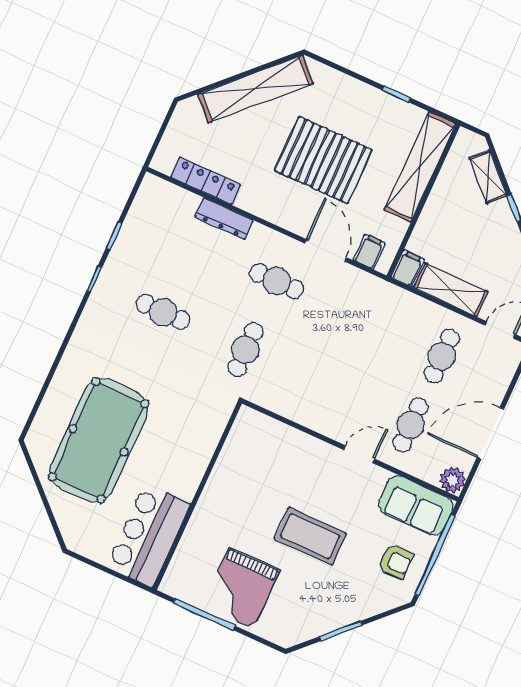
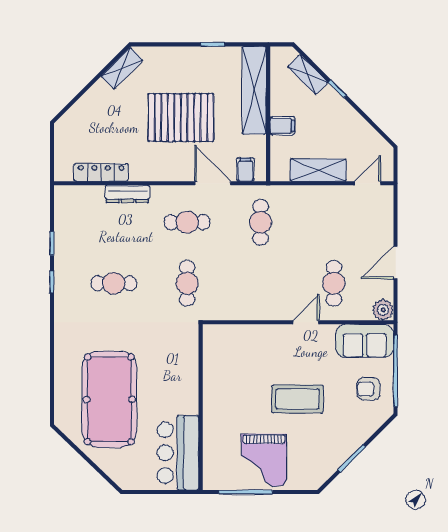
shelving: (255, 89) -> (122, 68), width x0.45, depth x0.75
filing cabinet: (408, 268) -> (282, 126), moved, turned 90
cafe table: (442, 356) -> (260, 222), moved
door: (491, 433) -> (396, 262), width x0.73
armchair: (395, 561) -> (368, 389), turned 180

